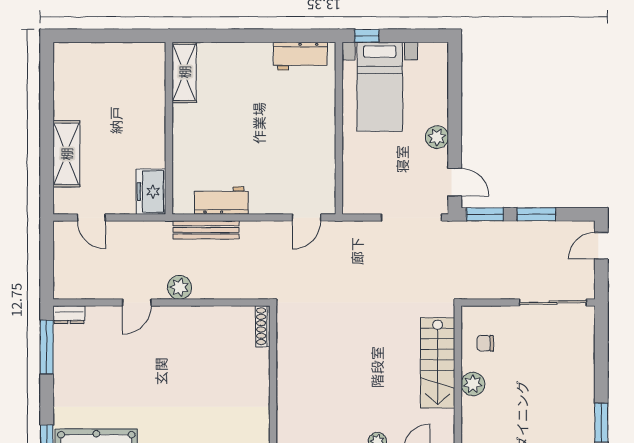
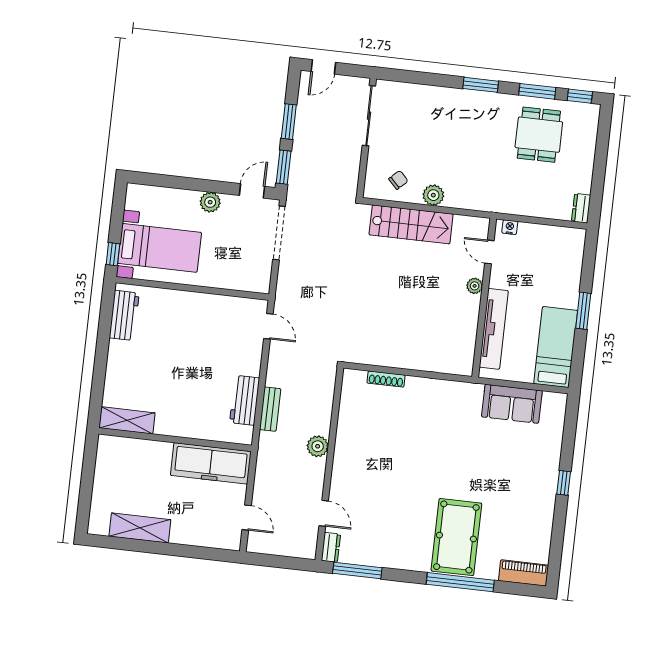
shelving: (66, 154) -> (140, 528), moved
freezer: (151, 192) -> (211, 463), width x1.91, depth x1.26
door: (91, 217) -> (247, 518), hinge flipped
bench: (206, 230) -> (270, 409), width x0.73
door: (601, 246) -> (323, 67), hinge flipped
door: (137, 302) -> (324, 513), moved
shoe rack: (263, 326) -> (386, 379), moved
chair: (485, 343) -> (398, 180), turned -134

